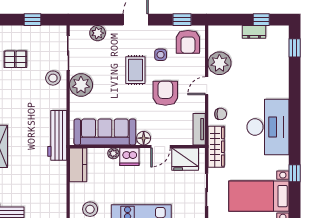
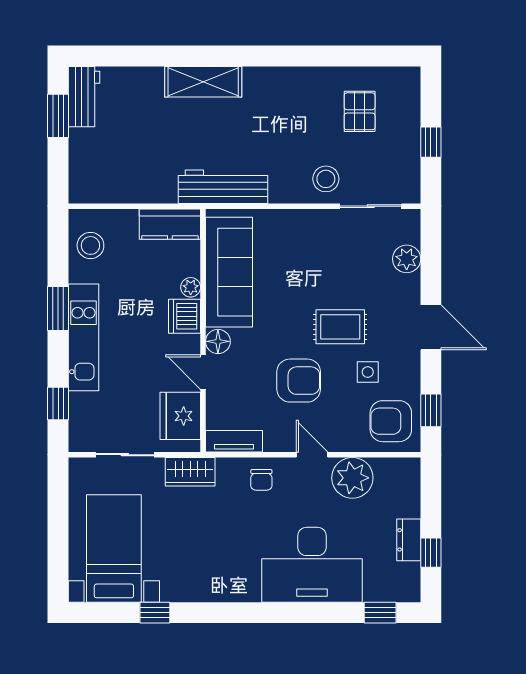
plant: (81, 85) -> (313, 229), removed
desk: (268, 127) -> (312, 565), moved
wardrobe: (216, 147) -> (190, 472), width x0.67

